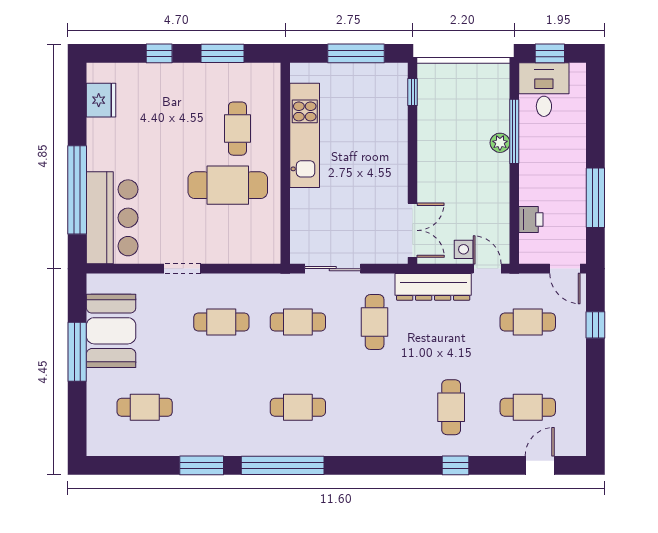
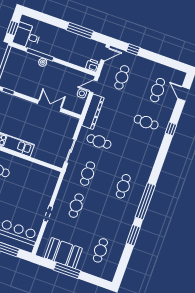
cafe table: (228, 185) -> (20, 183), removed
printer: (531, 219) -> (93, 65), moved
double door: (413, 230) -> (49, 106), moved

